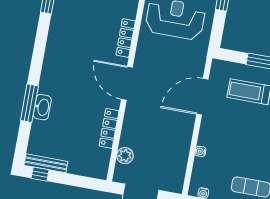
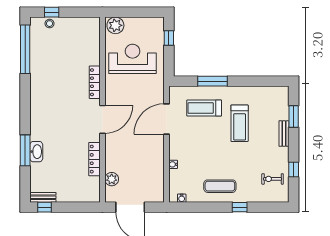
door: (127, 83) -> (102, 119), swing flipped
bench: (46, 163) -> (43, 197), width x0.73

